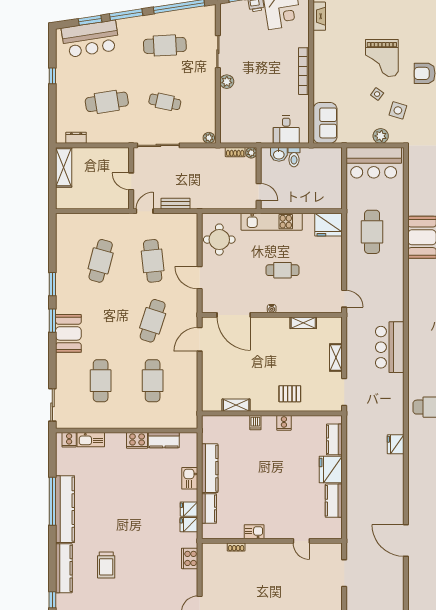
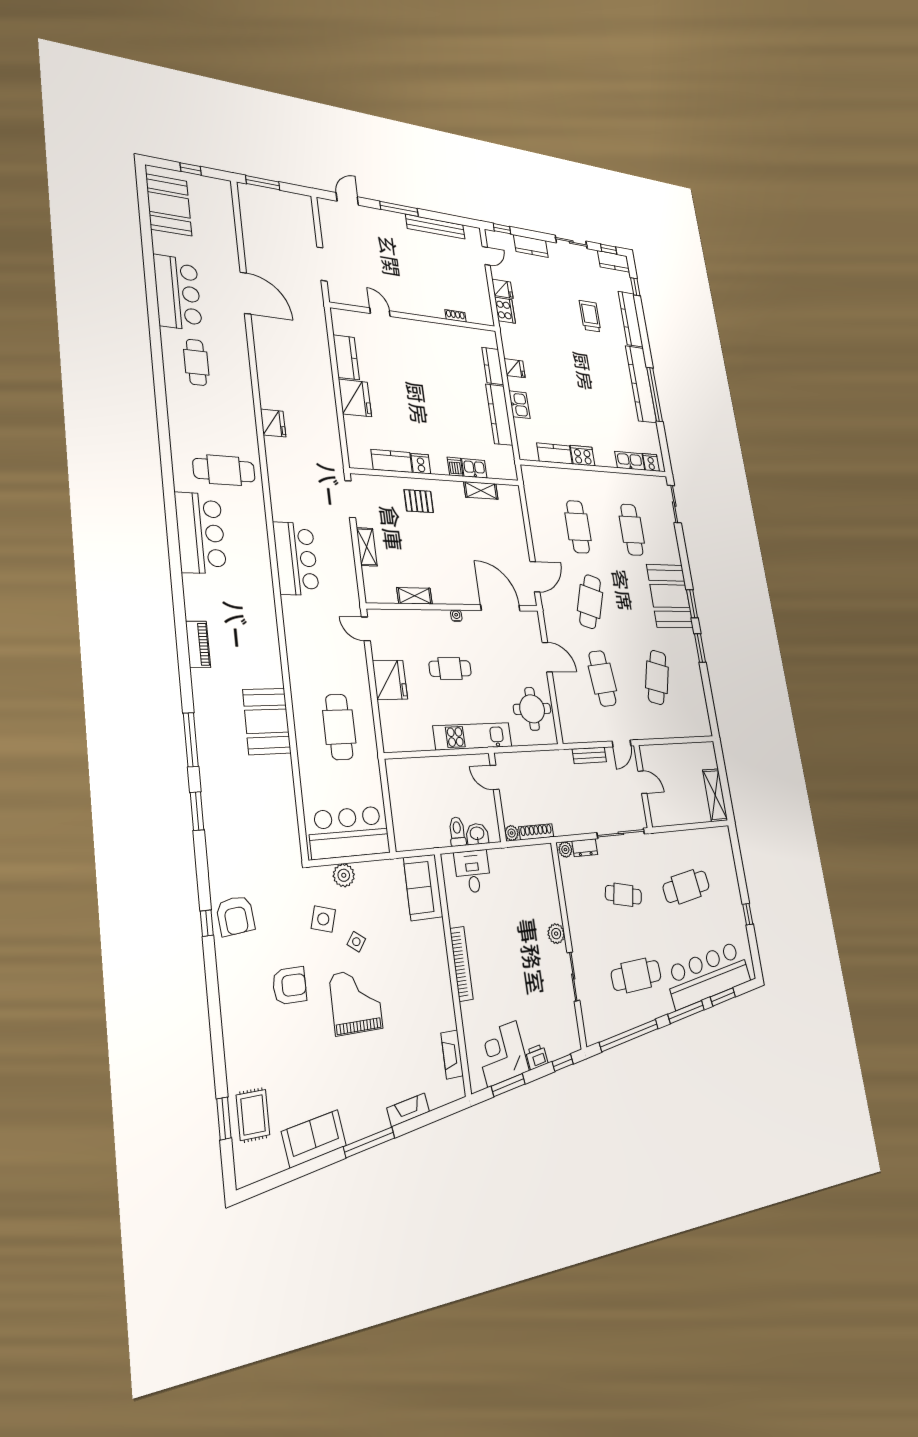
bar counter: (90, 39) -> (708, 975), width x1.36
dresser: (76, 138) -> (585, 848), moved
shoe rack: (235, 152) -> (536, 832), width x1.43
fridge: (328, 225) -> (390, 680), moved, turned 90
booth: (68, 333) -> (670, 596), width x1.36, depth x1.42
kitchen counter: (334, 439) -> (392, 461), moved, turned -90
fridge: (189, 525) -> (502, 289), moved
kitchen sink: (254, 532) -> (474, 468), moved, turned 180

